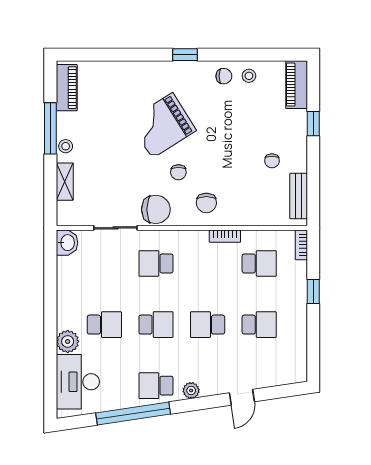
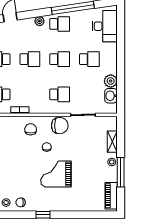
grand piano: (162, 125) -> (56, 174), turned -148
chair: (156, 209) -> (60, 126), turned 180
washbasin: (67, 243) -> (111, 96), moved
school desk: (104, 325) -> (89, 59), turned 180
school desk: (156, 325) -> (60, 59), turned 180
plant: (68, 341) -> (111, 81), moved

